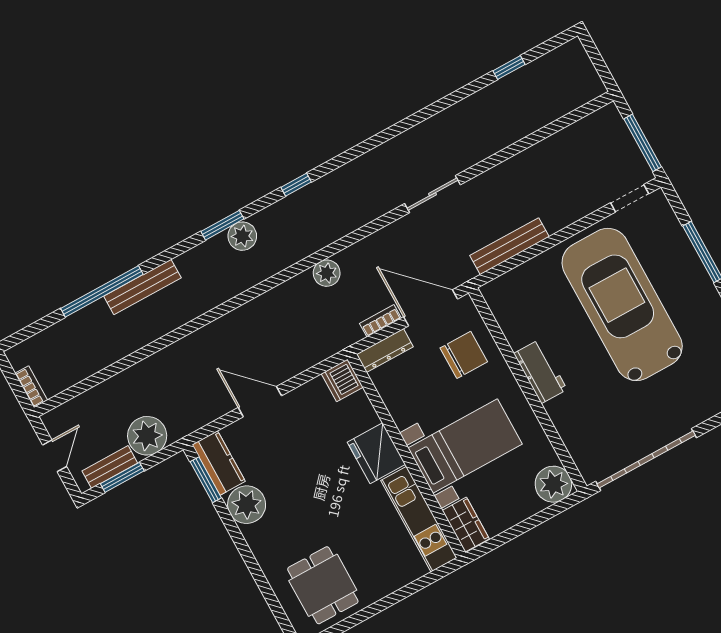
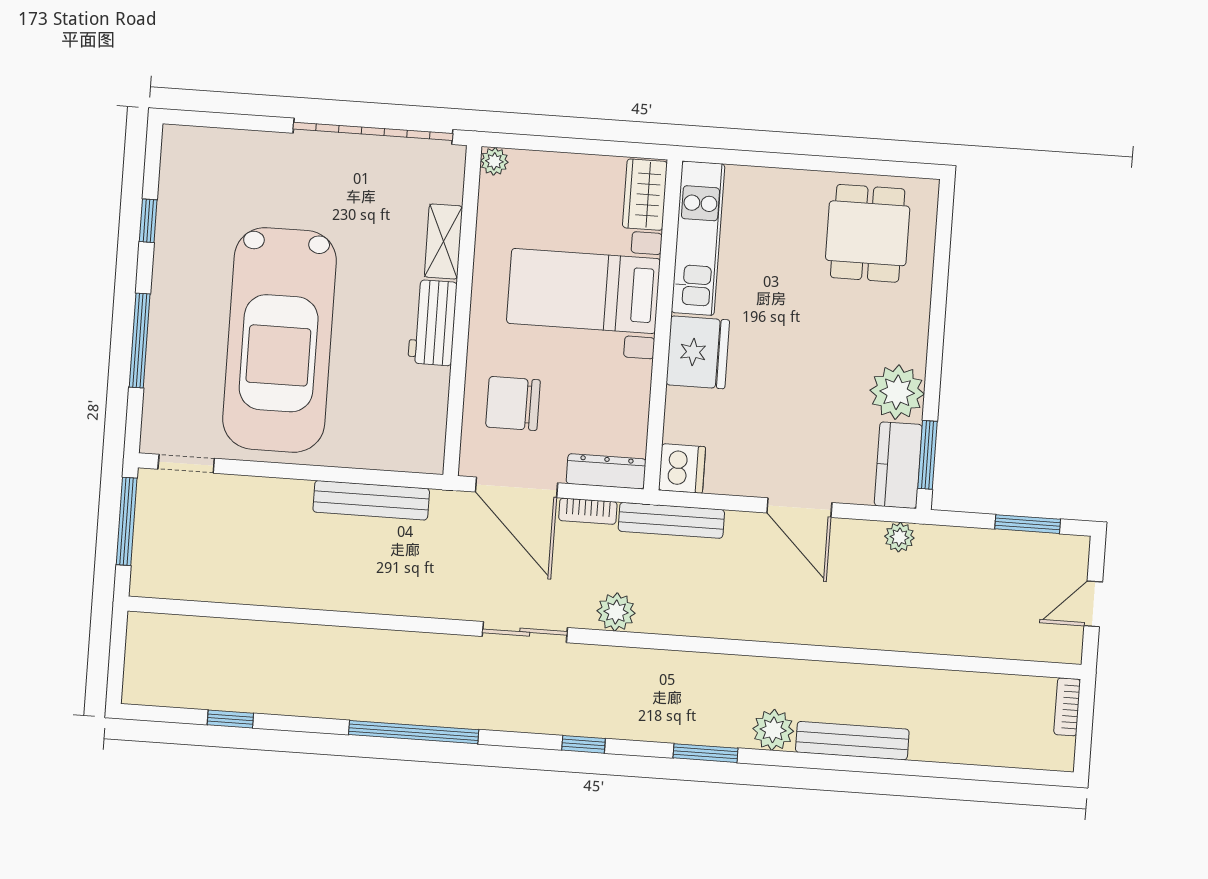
sliding door: (433, 194) -> (525, 632), moved
plant: (242, 236) -> (773, 730), moved
window: (102, 291) -> (414, 732), moved
shelving: (564, 422) -> (443, 241), added
plant: (147, 436) -> (899, 537), moved, width x0.53, depth x0.53
bench: (110, 467) -> (671, 520), moved, width x1.36
plant: (553, 484) -> (494, 161), width x0.53, depth x0.53

